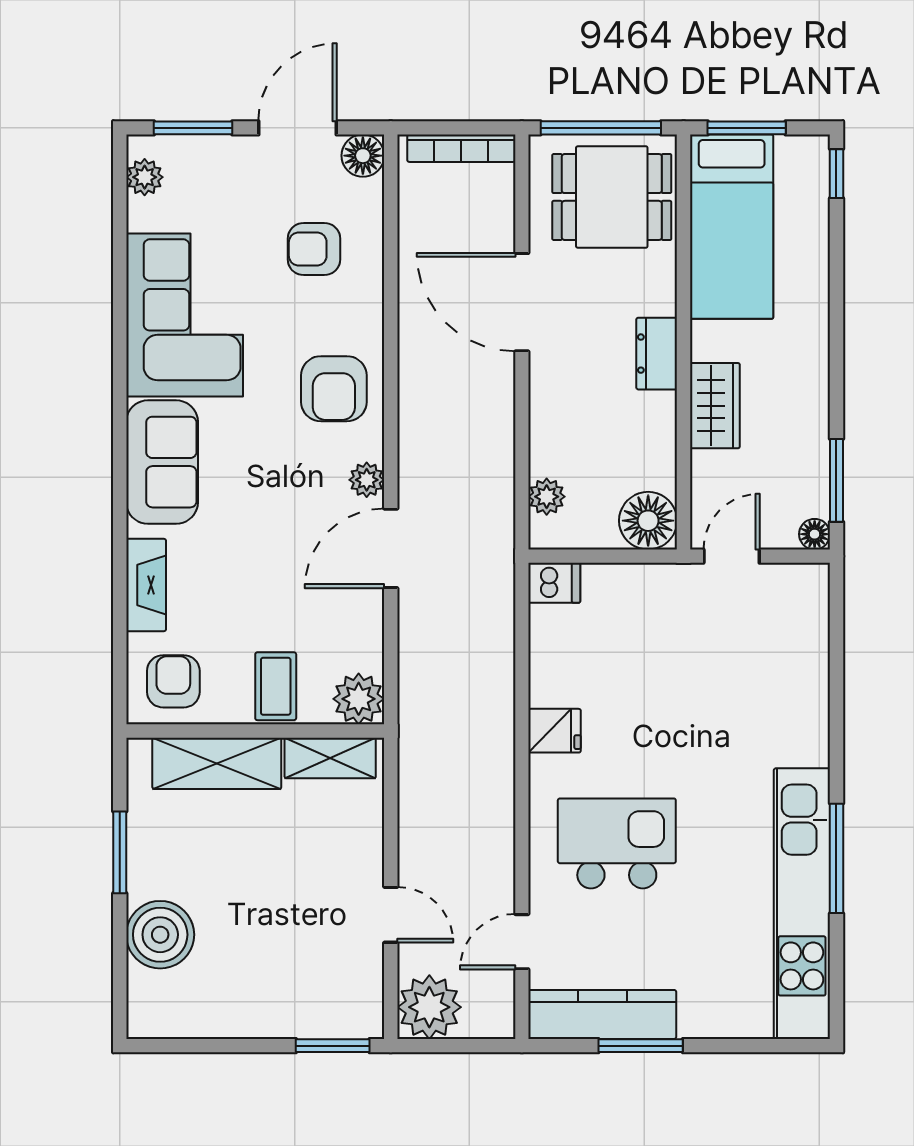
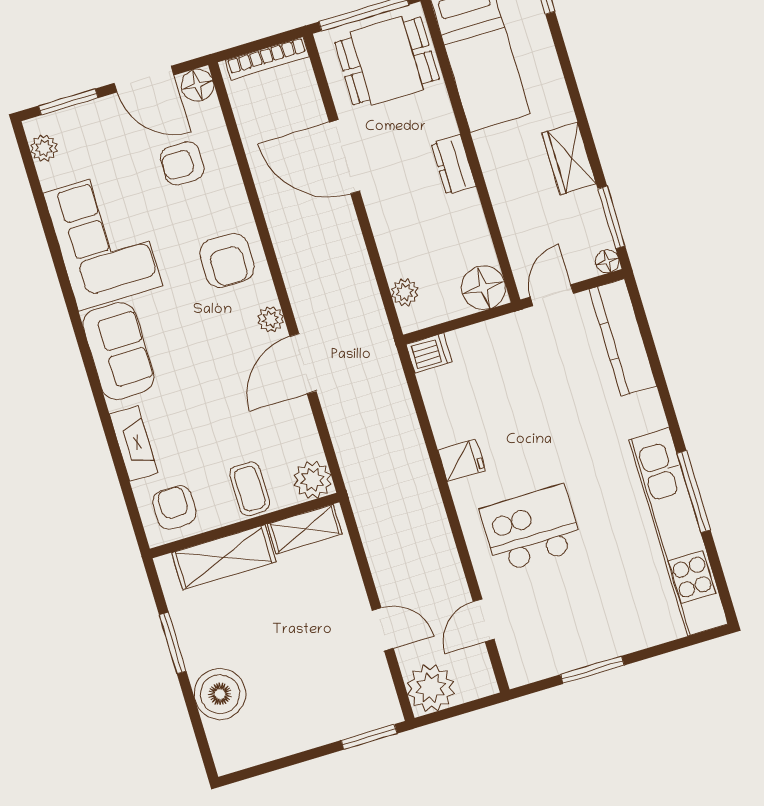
door: (297, 128) -> (144, 79), swing flipped
wardrobe: (715, 406) -> (569, 158), moved, turned 180
kitchen counter: (602, 1014) -> (623, 337), moved, turned -90

